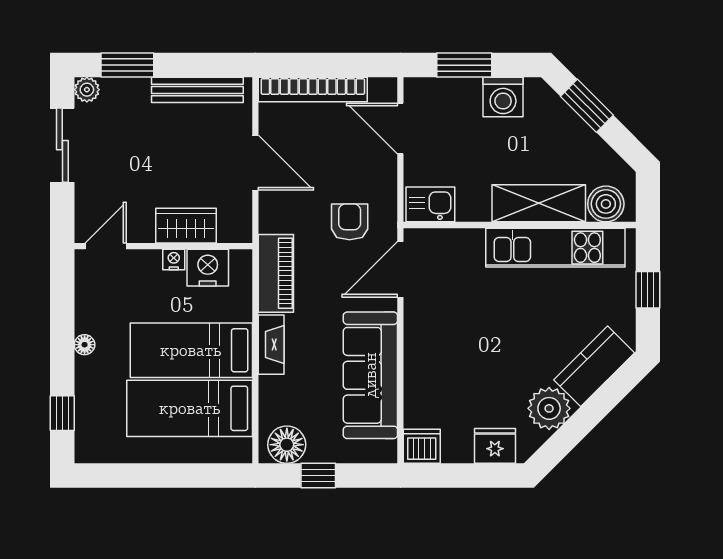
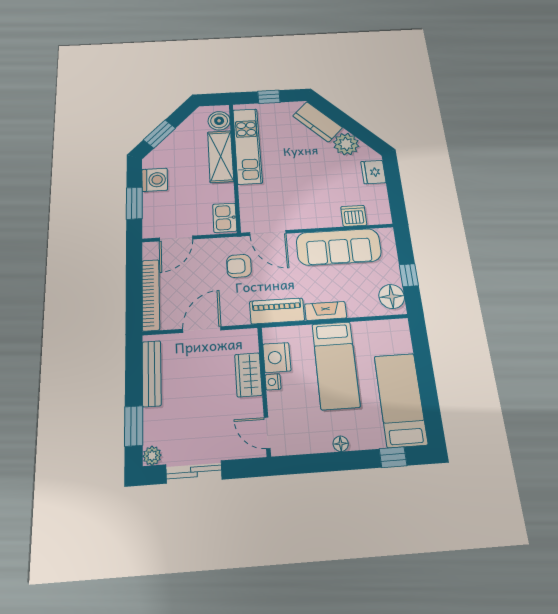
bed: (190, 408) -> (401, 400), moved, turned 180
dishwasher: (422, 446) -> (354, 216), moved, turned 90

